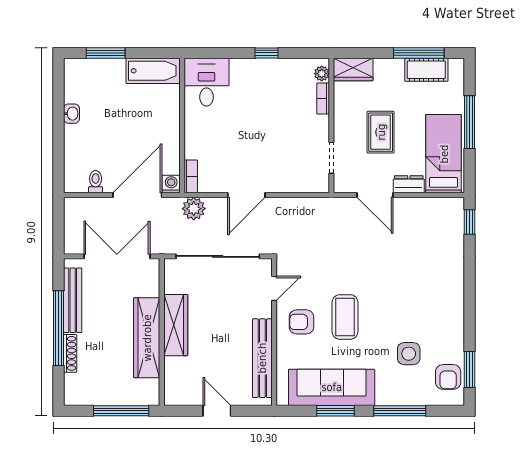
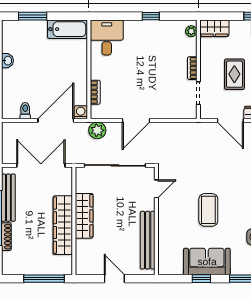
bookcase: (323, 99) -> (192, 68), moved
bookcase: (191, 176) -> (95, 92), moved
armchair: (301, 322) -> (176, 214), removed
sofa: (332, 387) -> (207, 262), width x0.73
window: (335, 411) -> (201, 279), width x0.67

